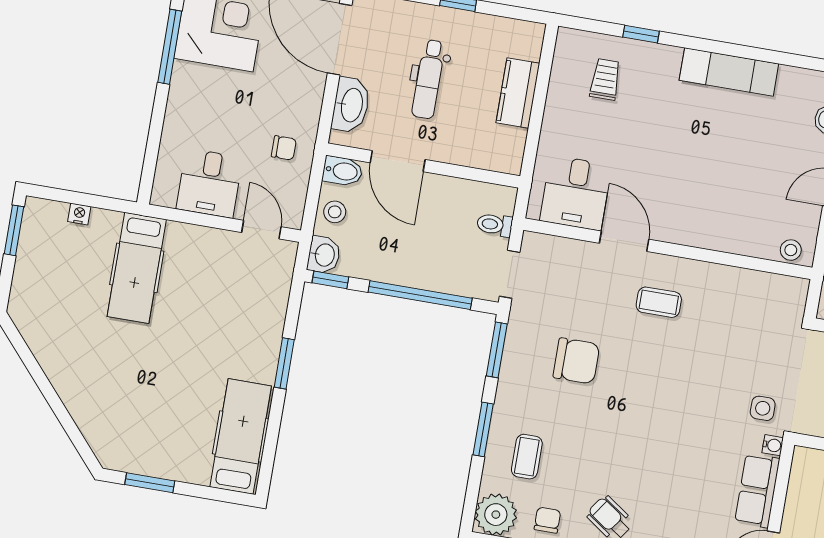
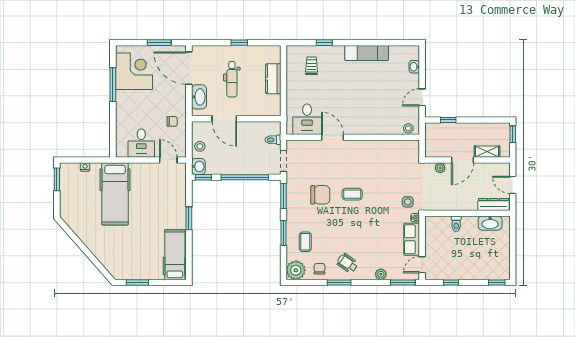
bidet: (343, 171) -> (200, 127), removed
hospital bed: (137, 268) -> (115, 194), width x1.37, depth x1.29
coffee table: (659, 302) -> (352, 194), moved

